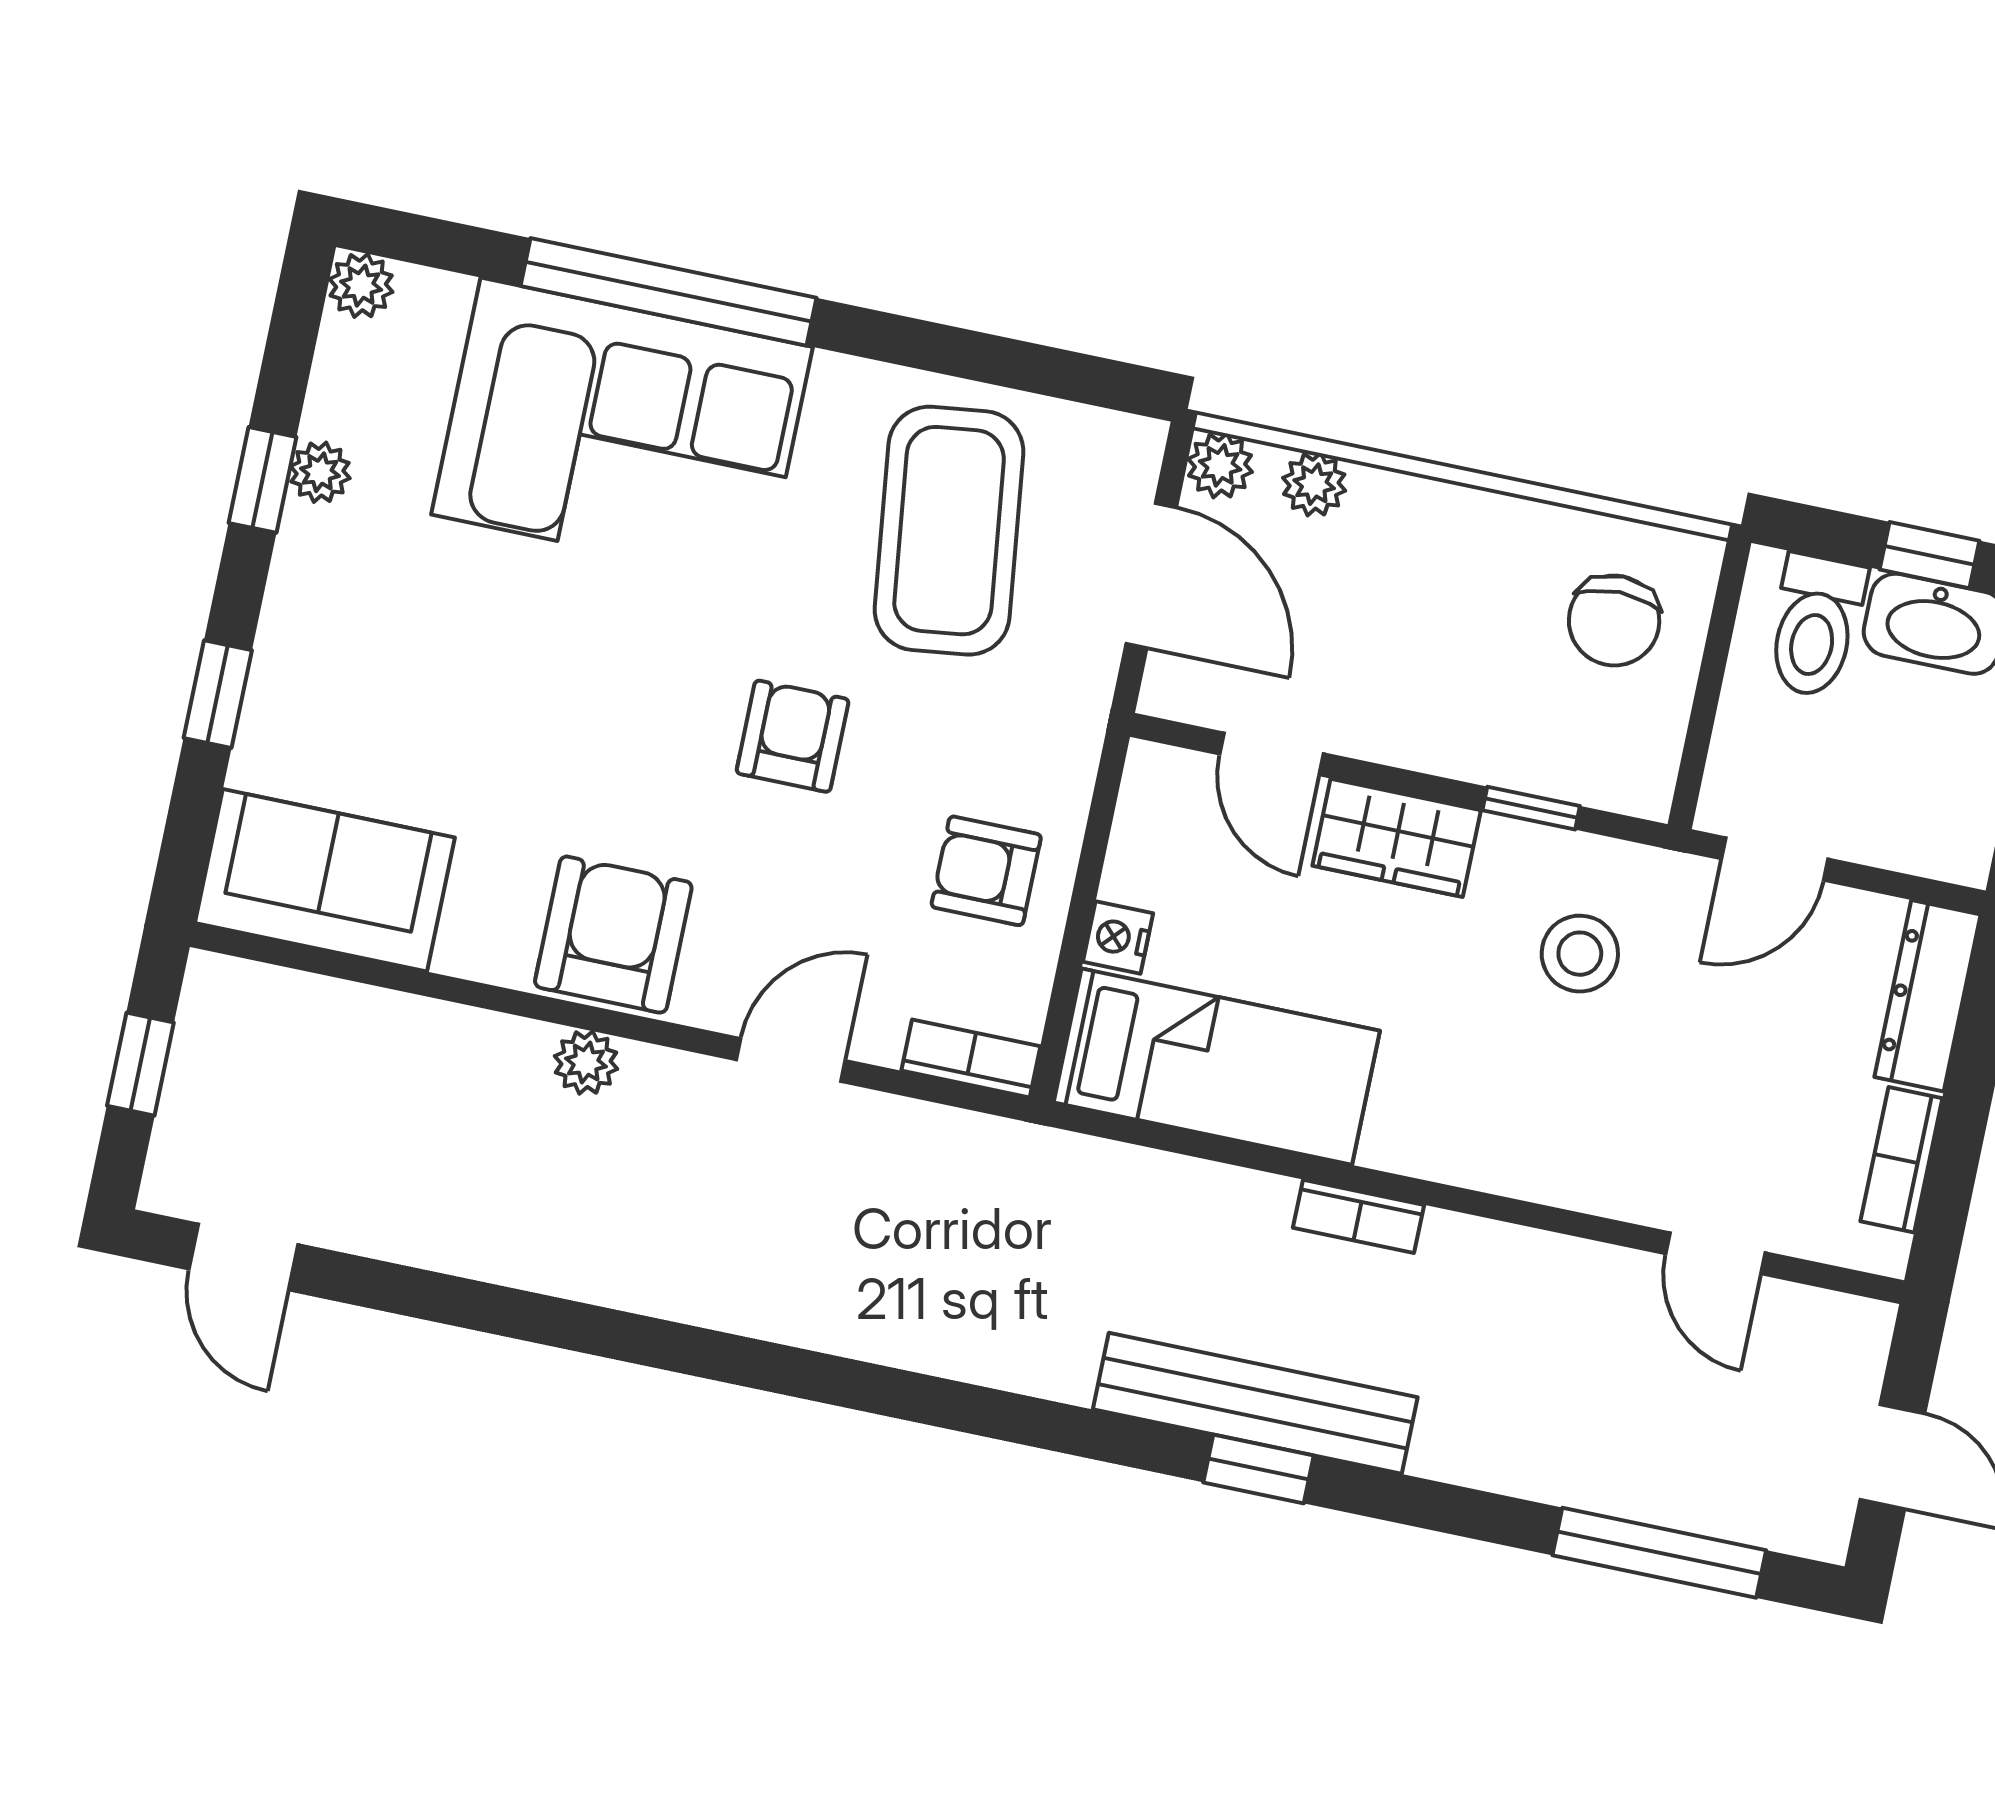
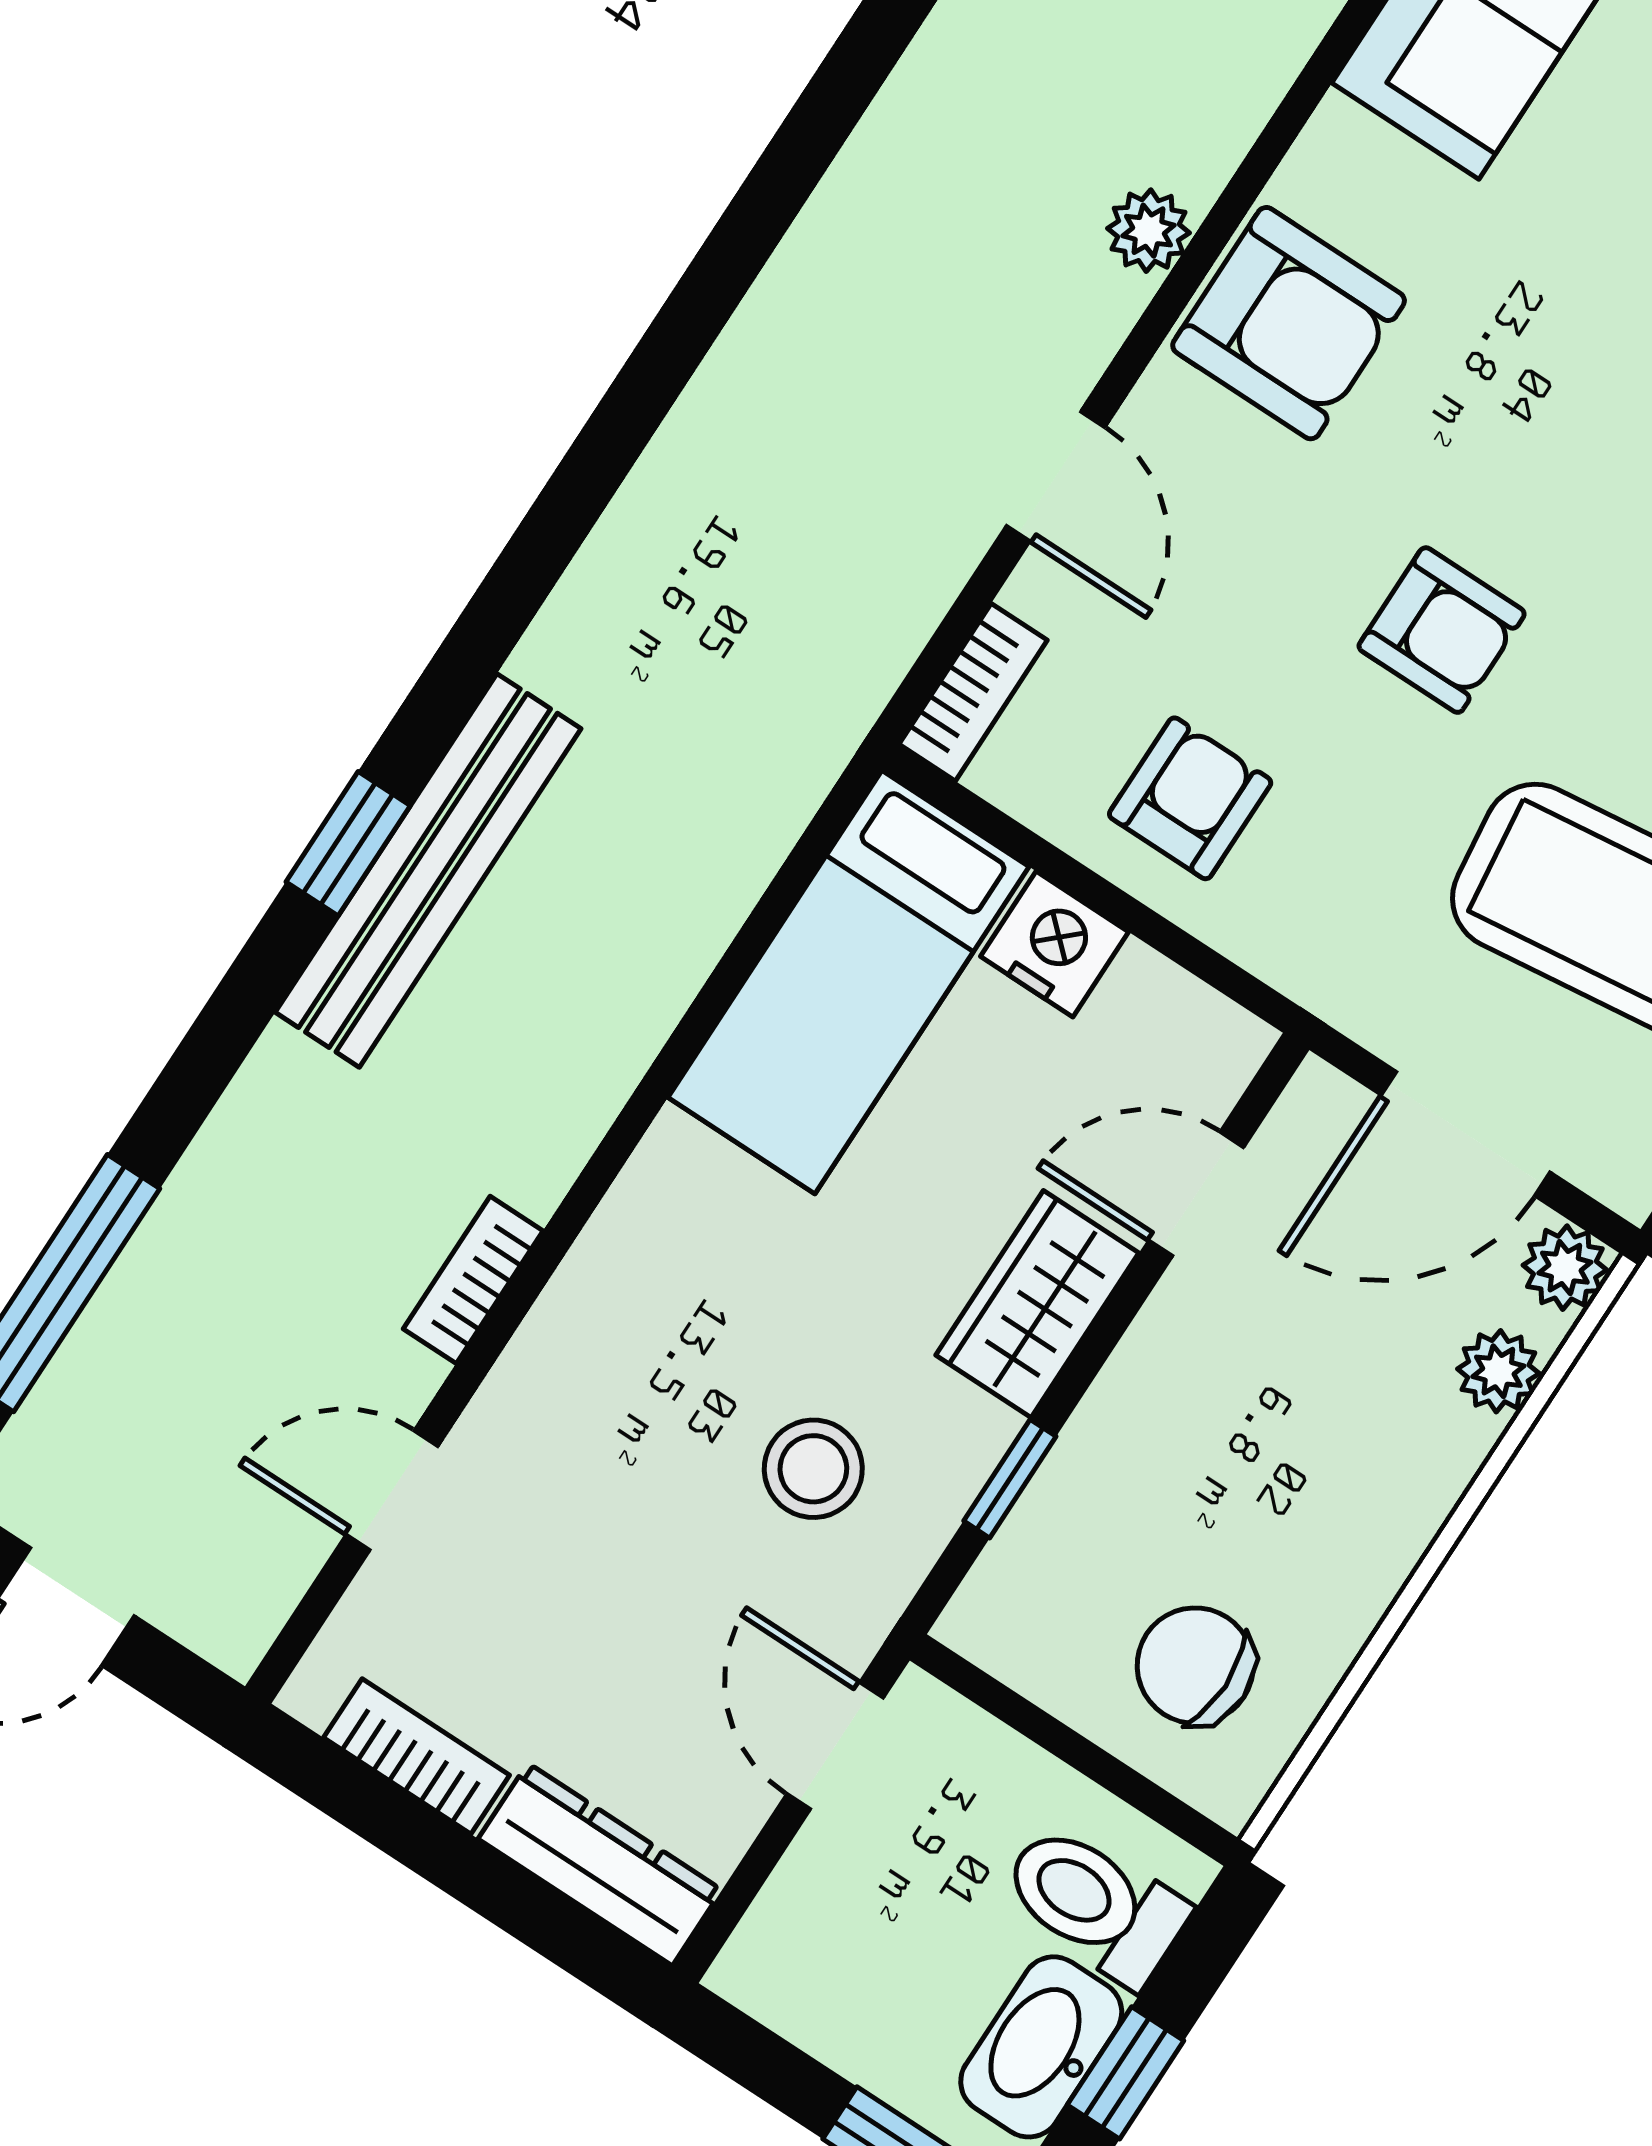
nightstand: (1118, 937) -> (1054, 944), width x1.39, depth x1.35
bookcase: (1358, 1216) -> (473, 1280), moved

